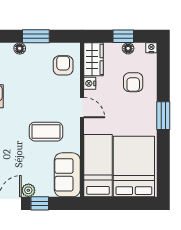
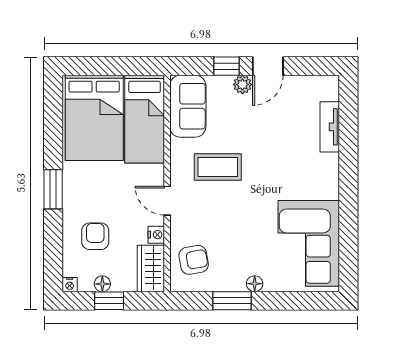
armchair: (63, 65) -> (194, 260), turned -100

